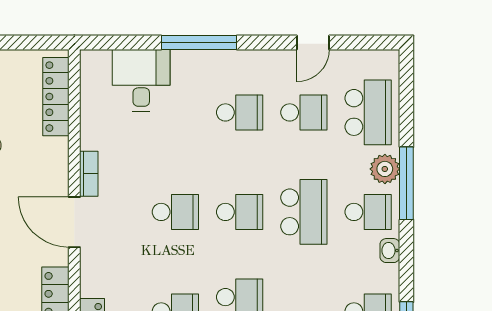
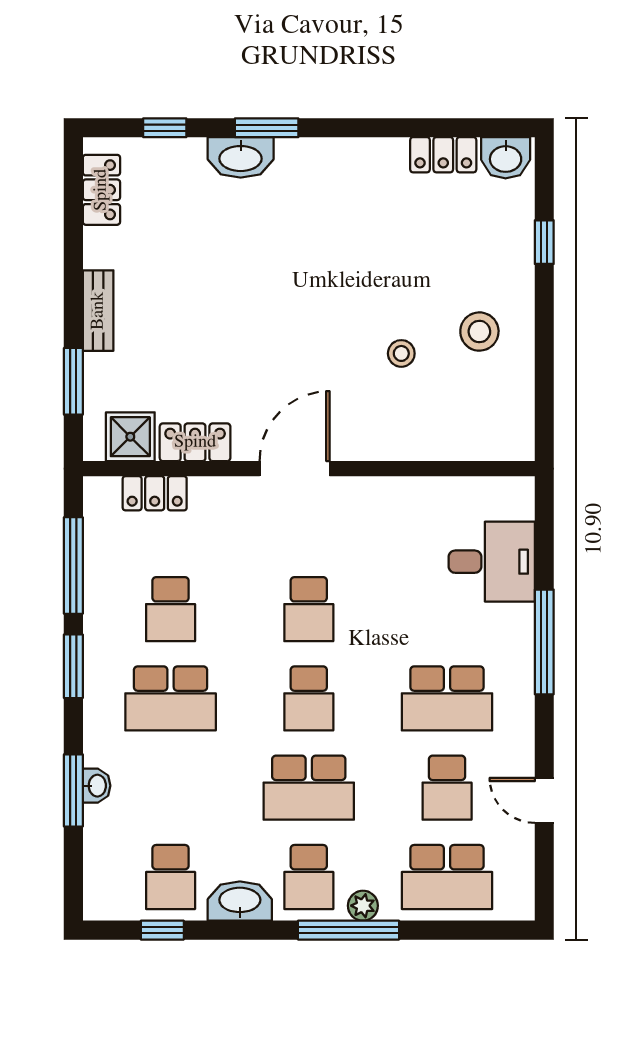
locker: (56, 97) -> (469, 443), removed
school desk: (240, 112) -> (447, 698), width x1.85
plant: (385, 169) -> (363, 906), width x0.73, depth x0.73
bookcase: (89, 174) -> (362, 489), removed
washbasin: (390, 251) -> (240, 901), width x1.91, depth x1.45

